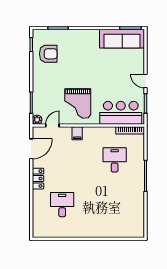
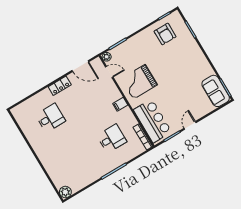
sofa: (122, 39) -> (216, 91), width x0.73
filing cabinet: (77, 133) -> (120, 104), moved
plant: (138, 232) -> (65, 192), added

